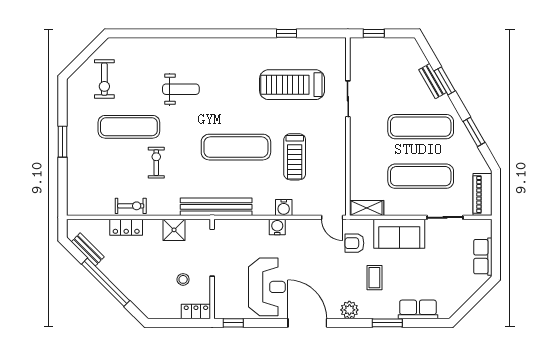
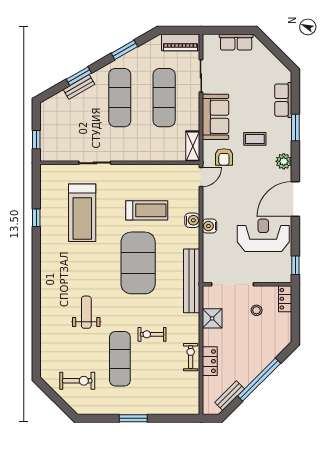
exercise mat: (236, 147) -> (138, 263), width x1.47

